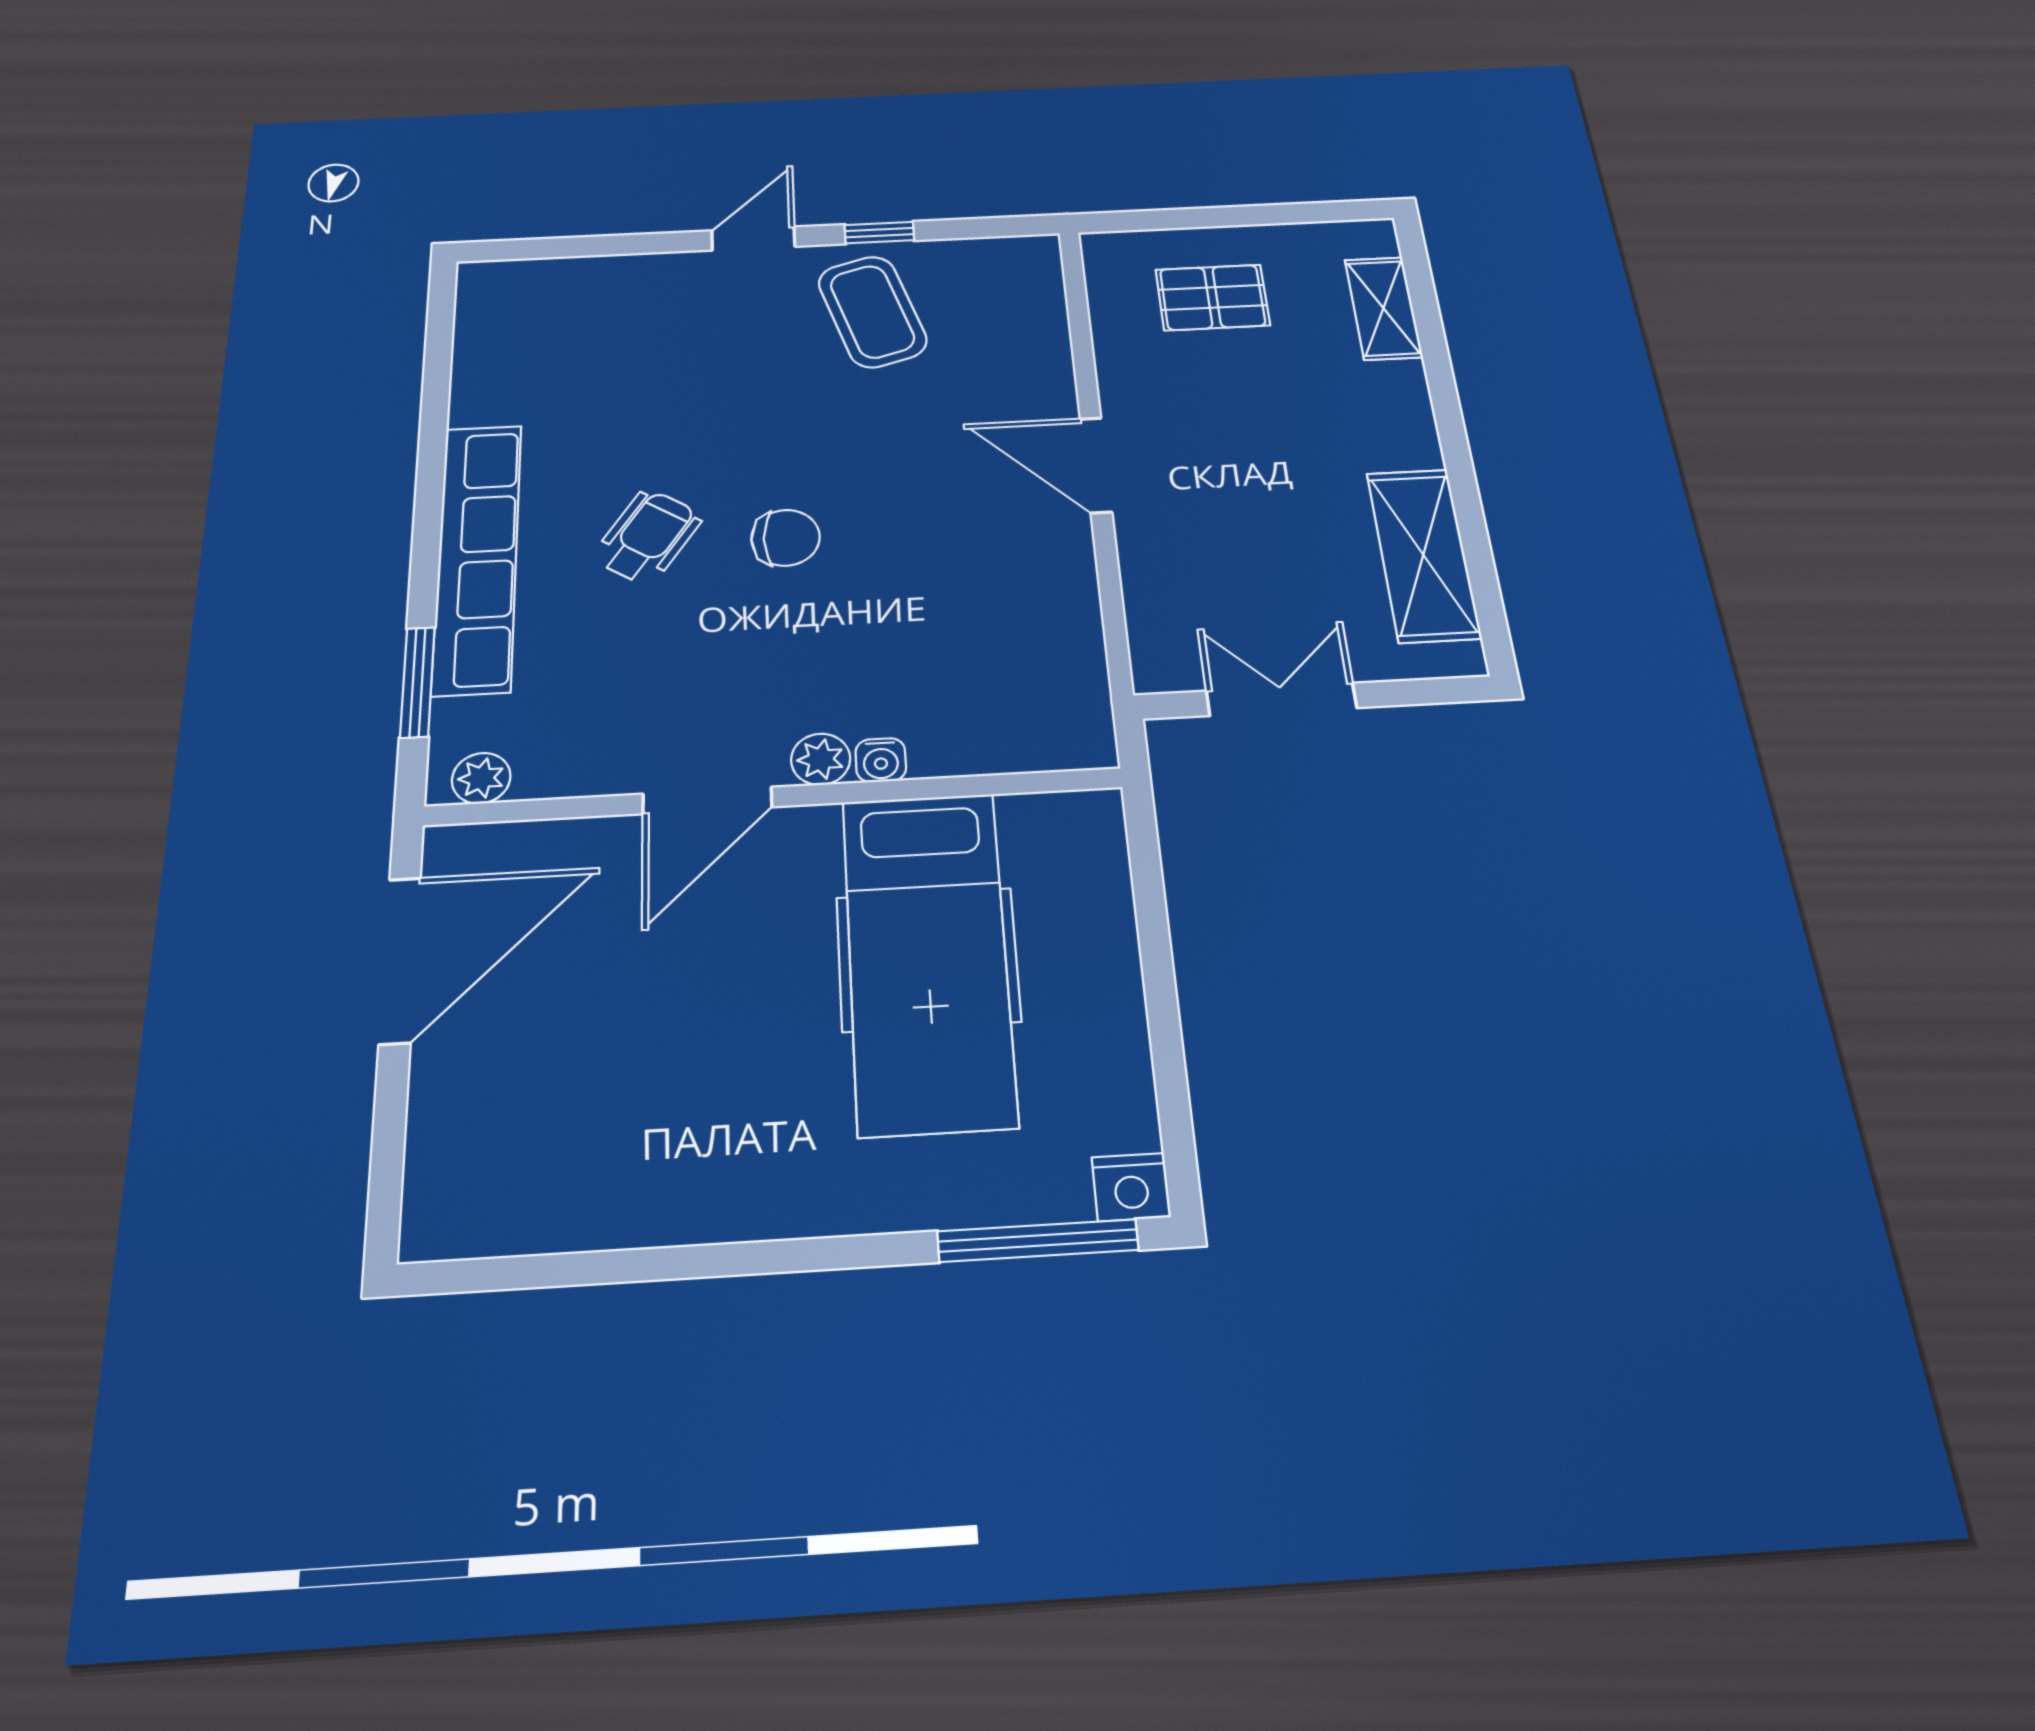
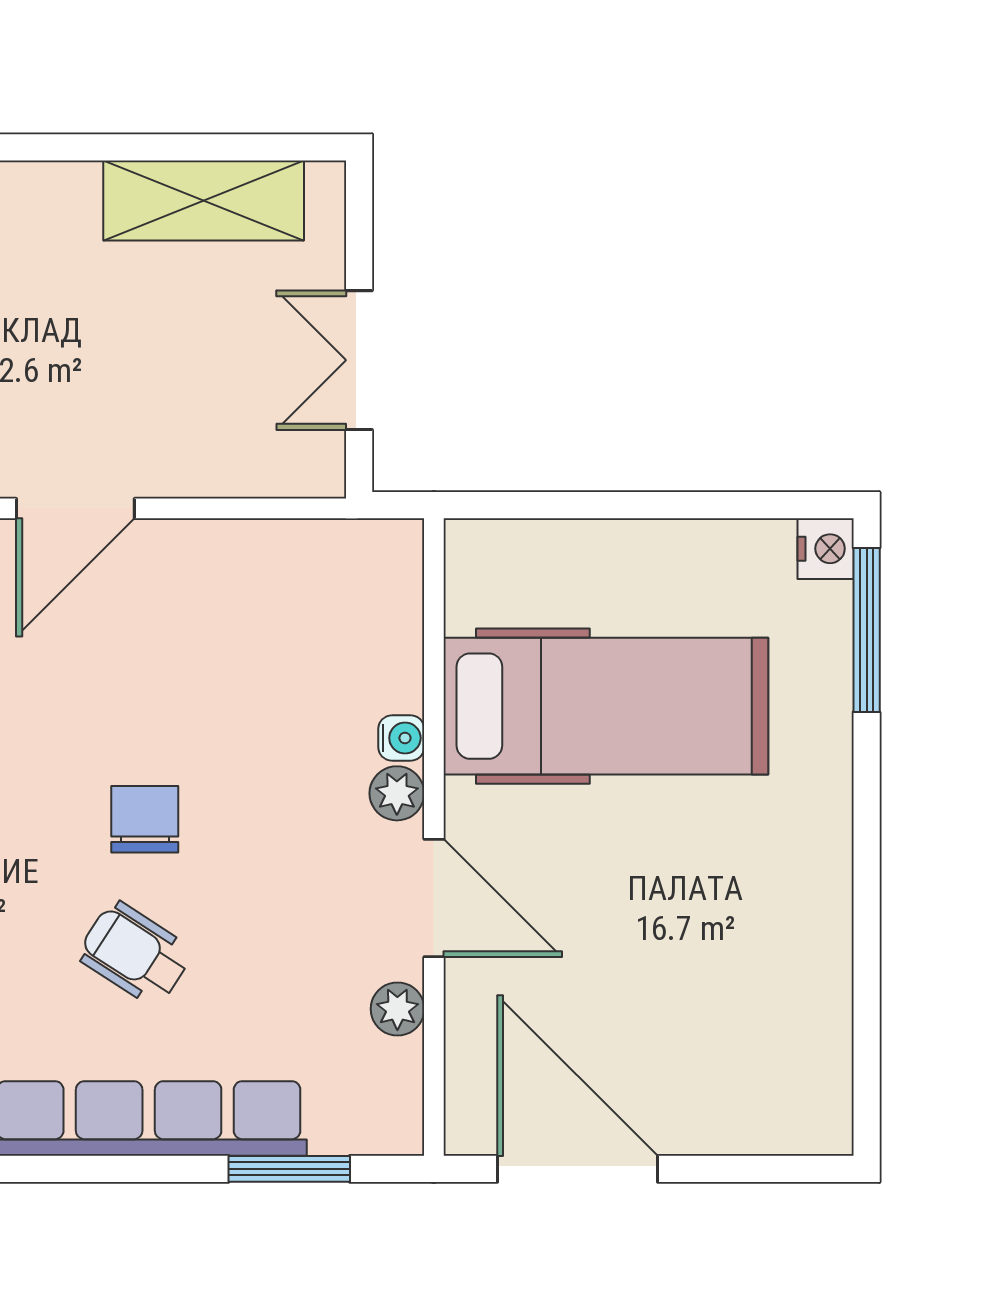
plant: (481, 778) -> (397, 1009), moved

